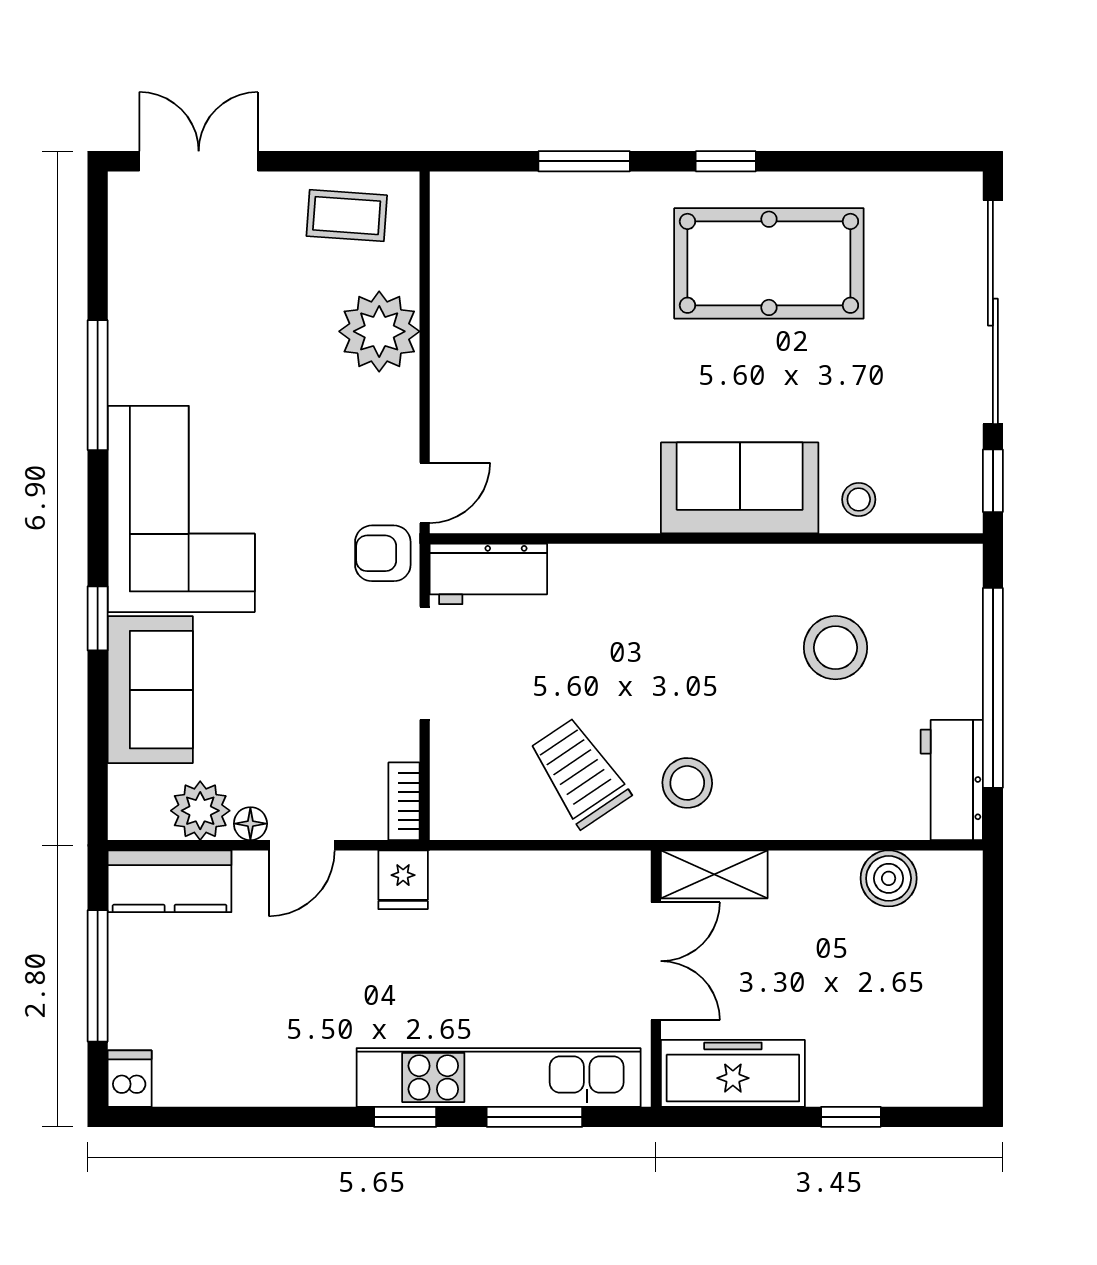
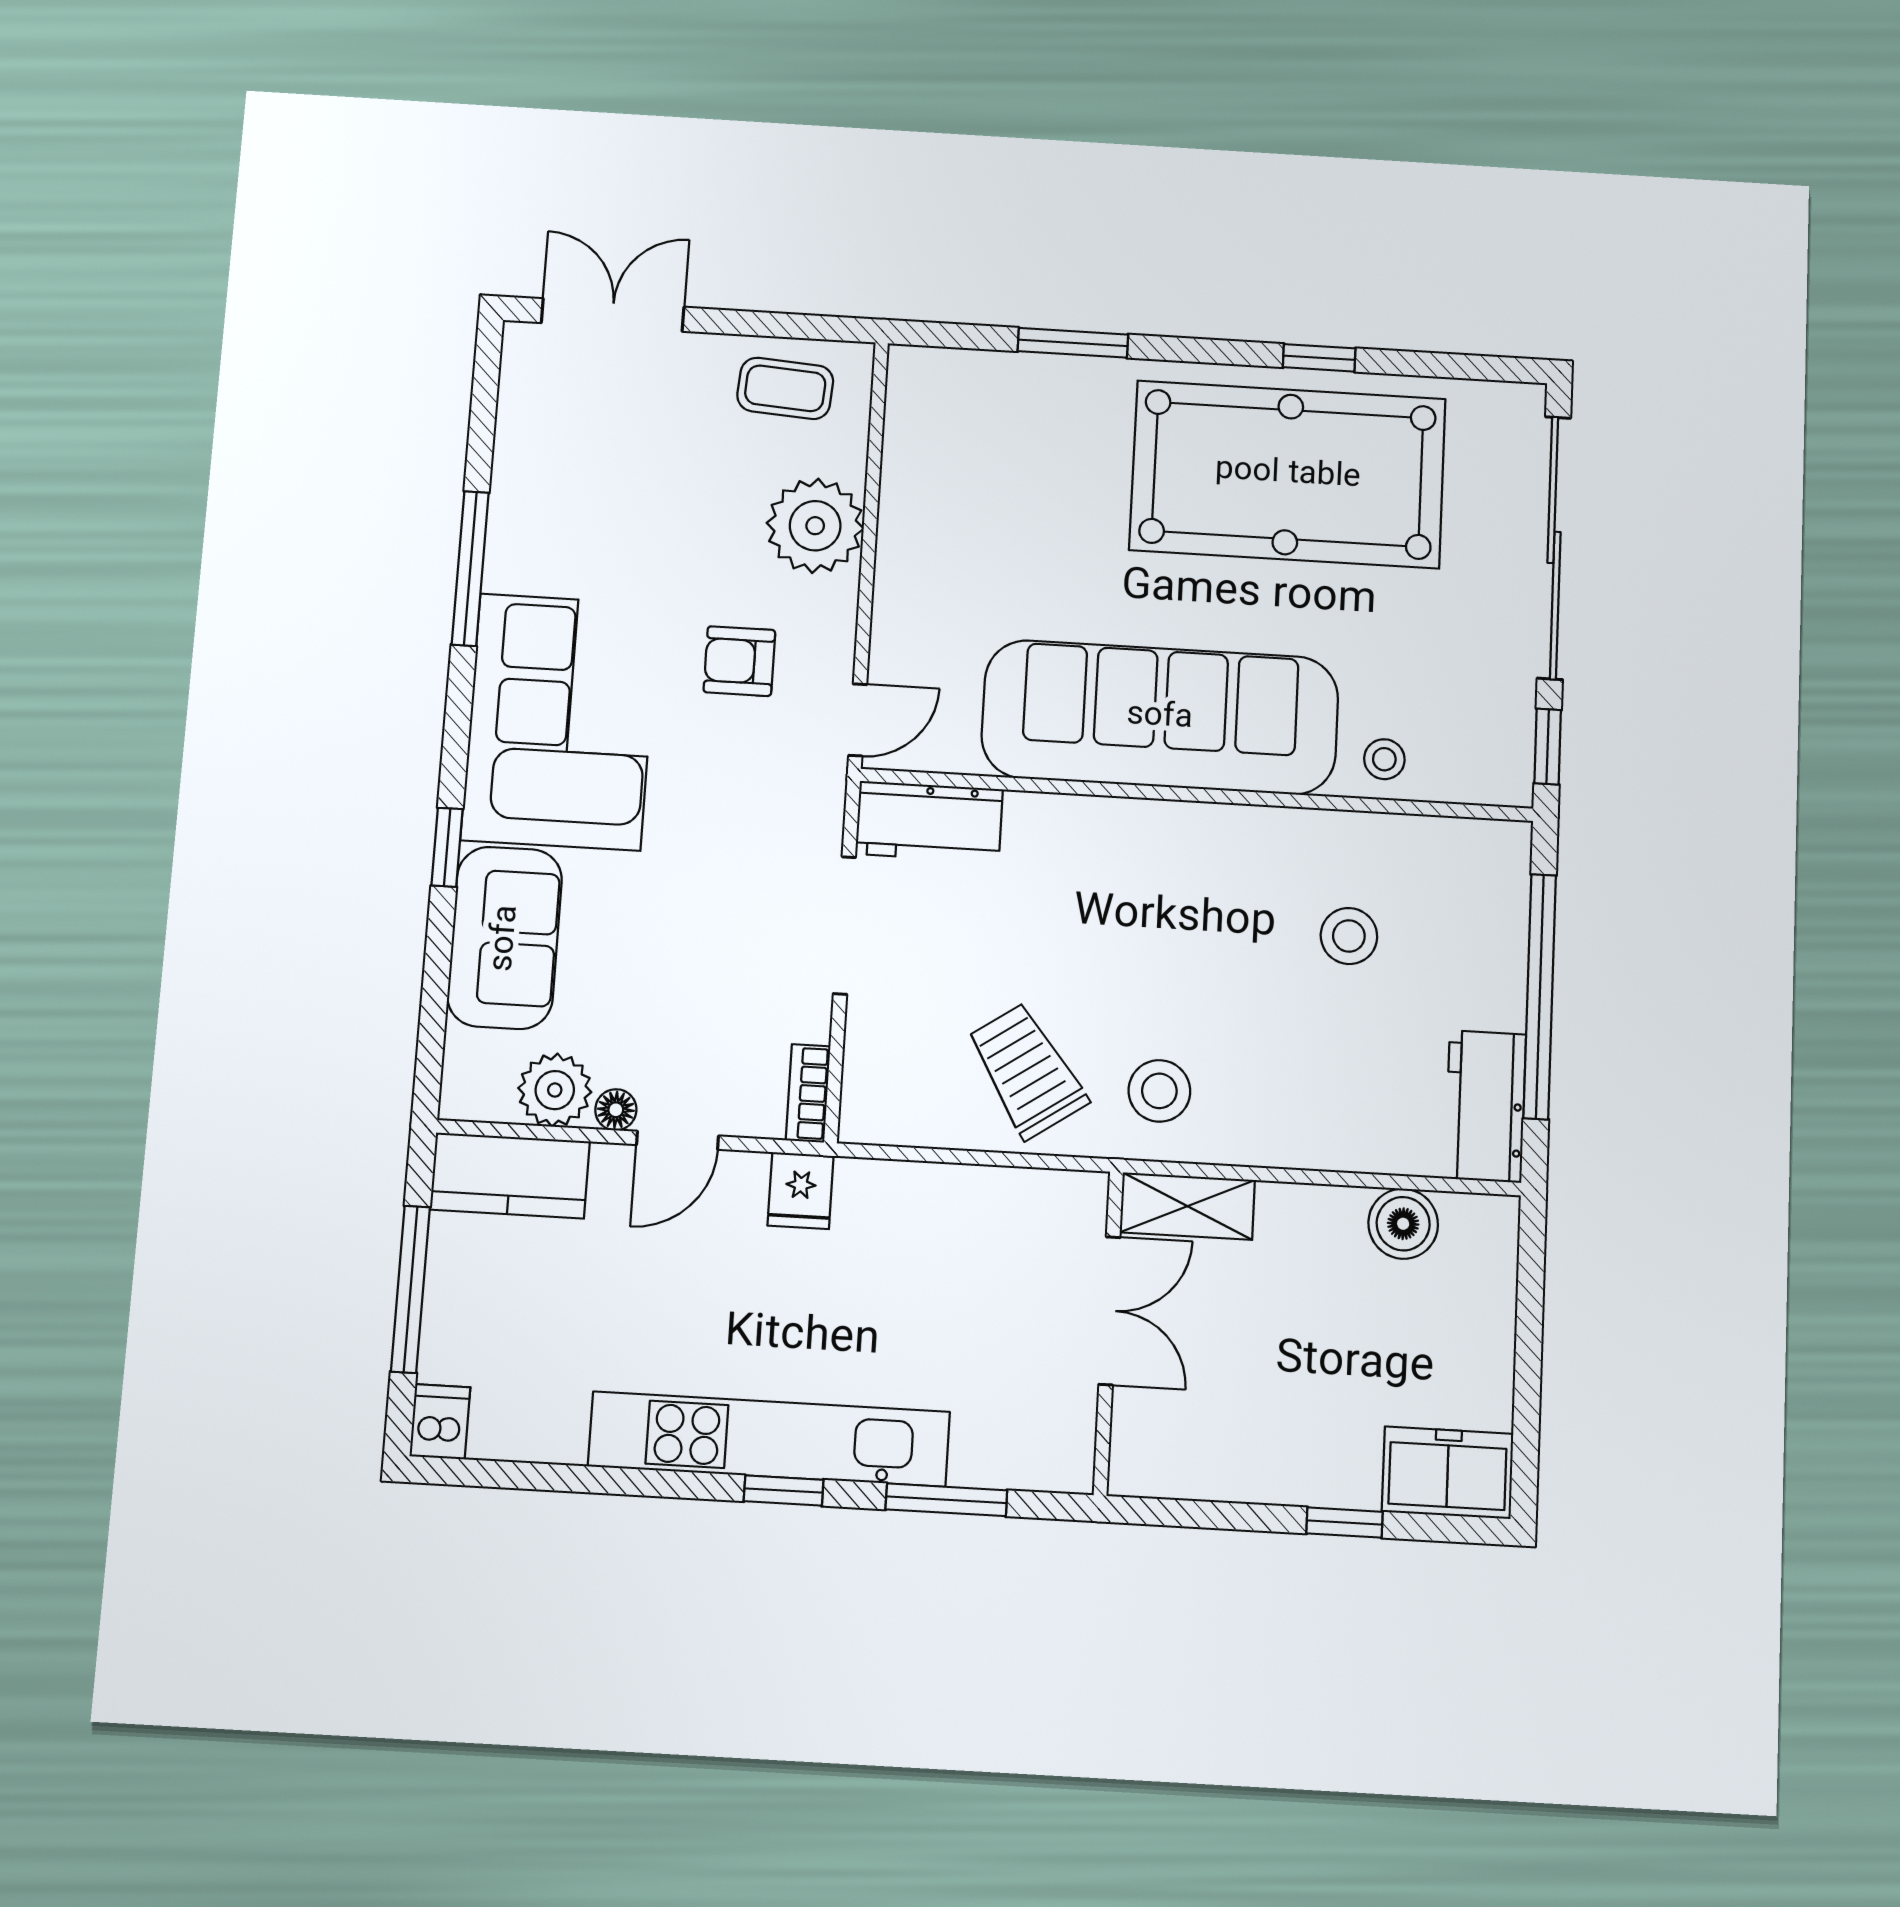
window: (726, 161) -> (1319, 358), moved
pool table: (769, 263) -> (1288, 474), width x1.36, depth x1.32
sofa: (740, 488) -> (1160, 717), width x1.85, depth x1.27
armchair: (383, 553) -> (739, 661), moved
stool: (835, 648) -> (1349, 936), width x0.73, depth x0.73
freezer: (733, 1073) -> (1448, 1473), moved, width x0.71
kitchen unit: (499, 1077) -> (769, 1439), moved

